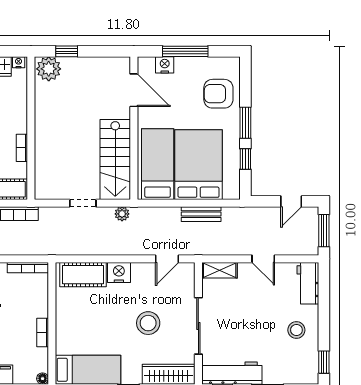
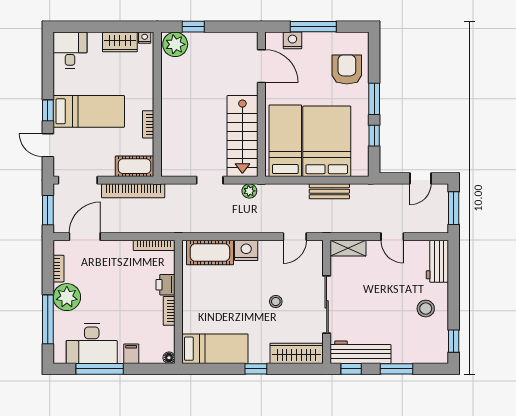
armchair: (218, 94) -> (347, 70), turned 90
printer: (39, 306) -> (166, 285), added
stool: (148, 323) -> (276, 302), width x0.53, depth x0.53

